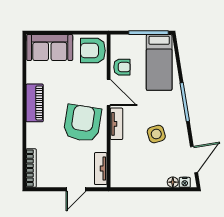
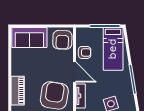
armchair: (93, 51) -> (62, 40), turned -88
piano: (35, 103) -> (18, 91), moved

